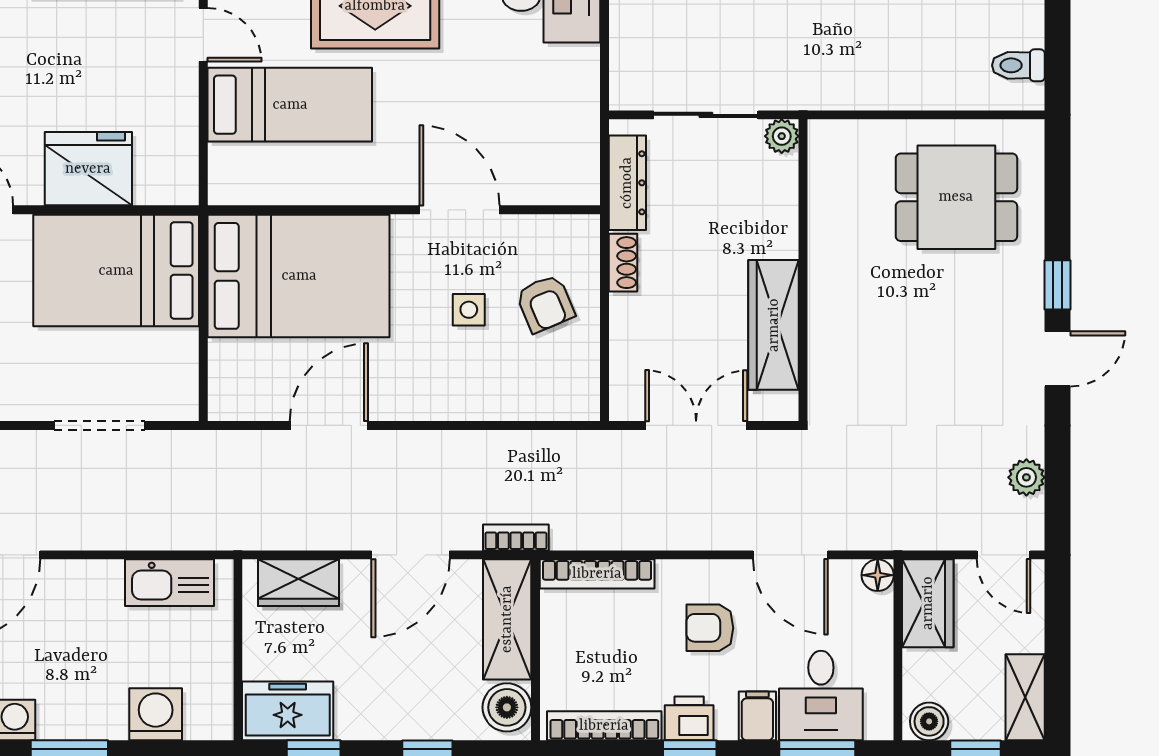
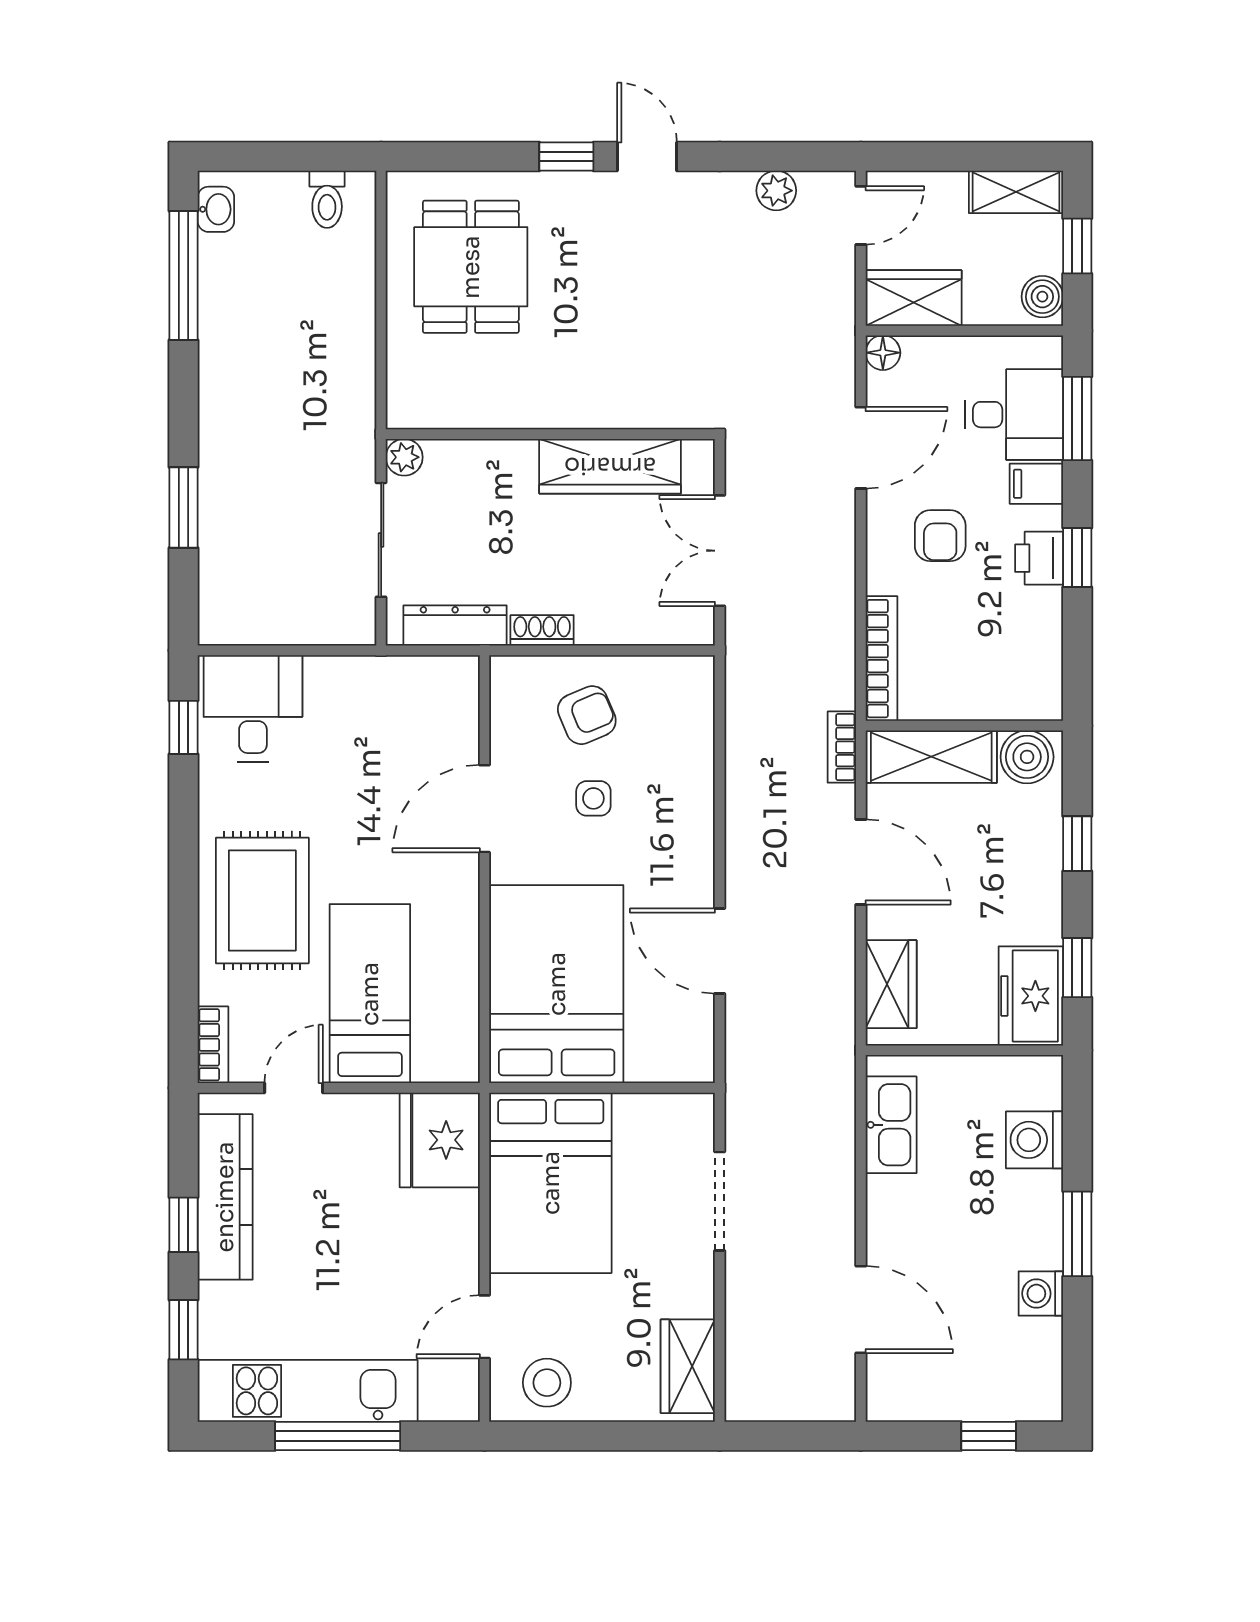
fridge: (88, 169) -> (440, 1140), moved
bookcase: (604, 726) -> (1047, 651), removed

